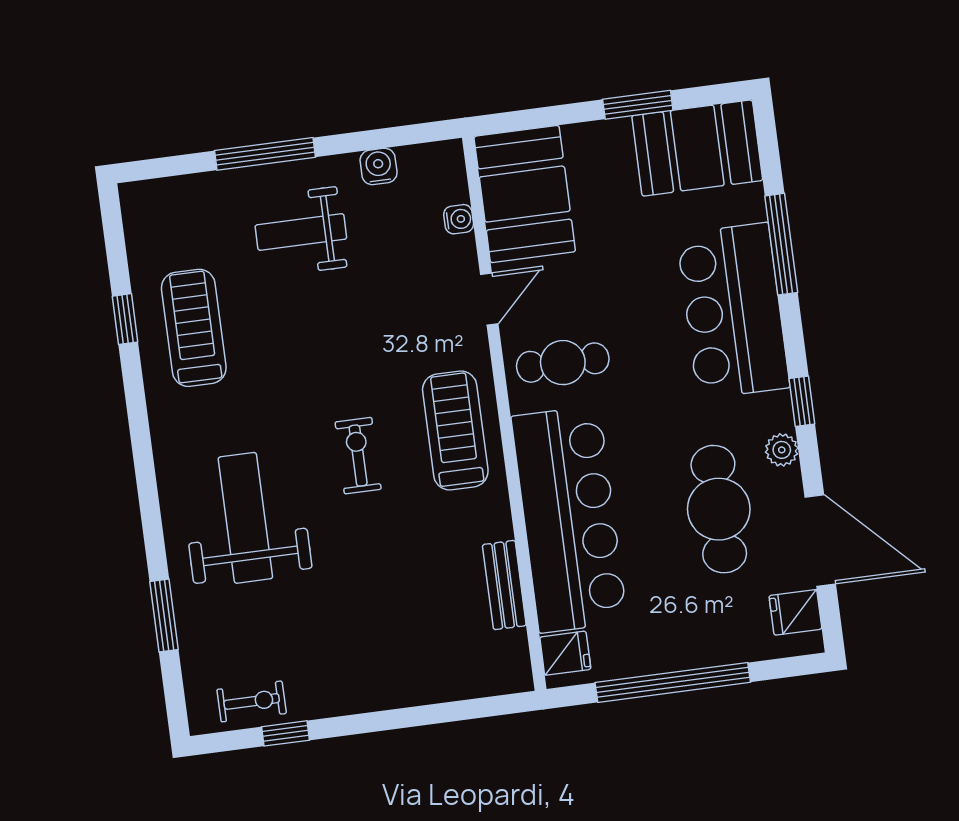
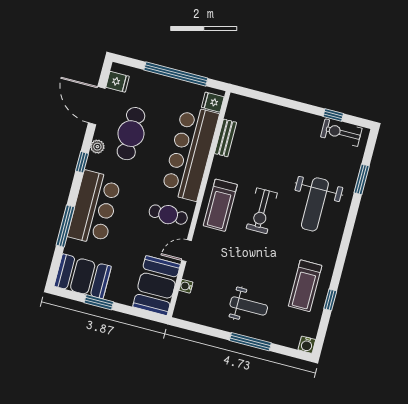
water cooler: (379, 166) -> (307, 345), moved
exercise bike: (358, 456) -> (262, 211), width x1.38, depth x1.39
exercise bike: (252, 701) -> (341, 133), width x1.38, depth x1.39

